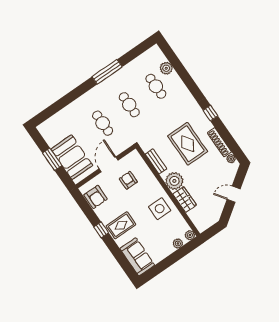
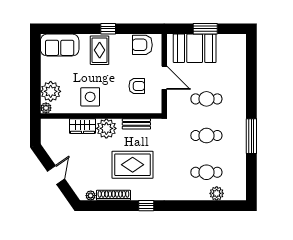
plant: (178, 243) -> (51, 91), width x1.87, depth x1.87

